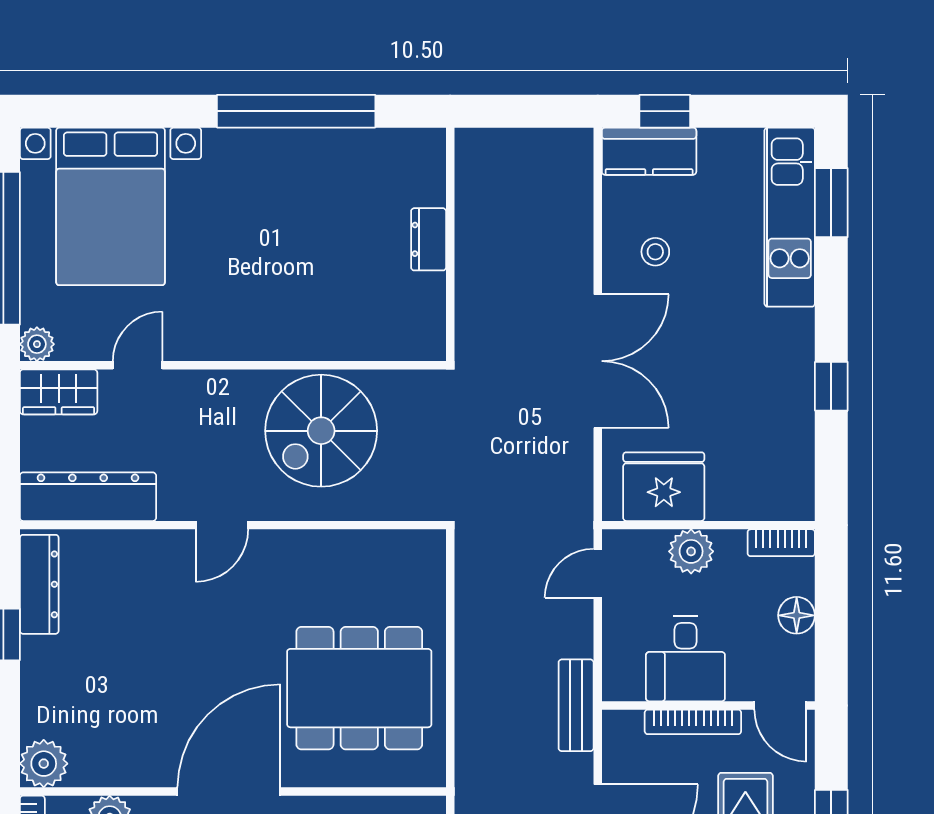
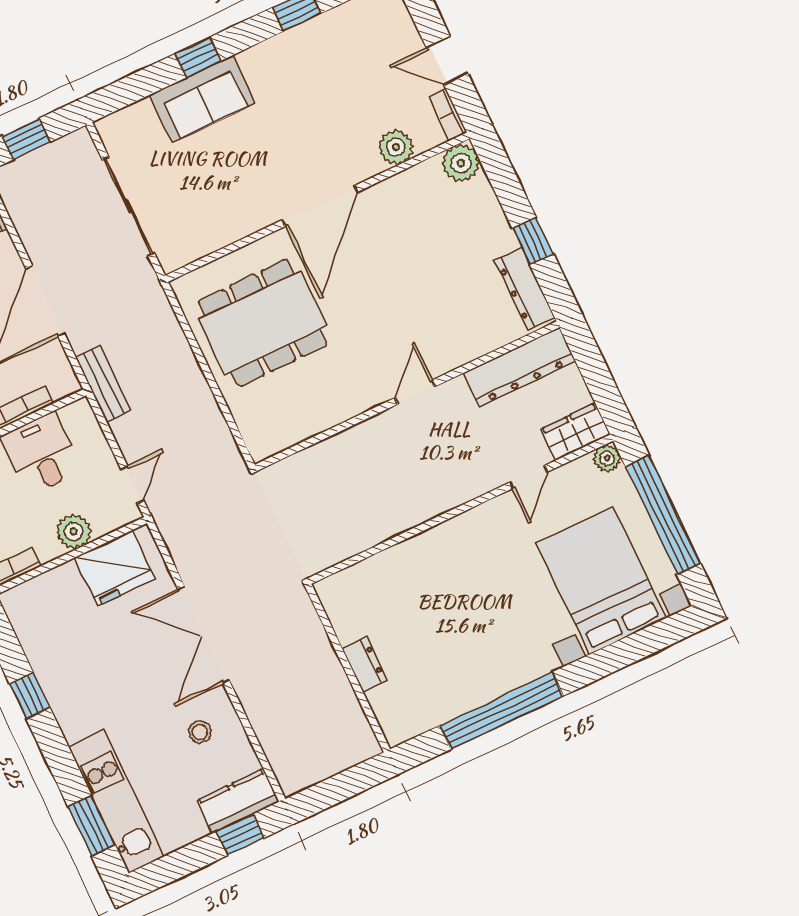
spiral stairs: (321, 431) -> (376, 493), removed

